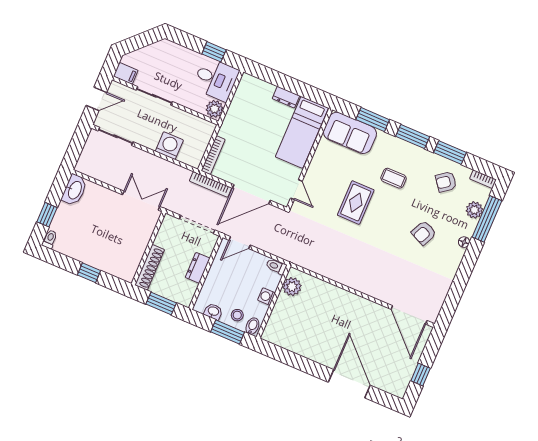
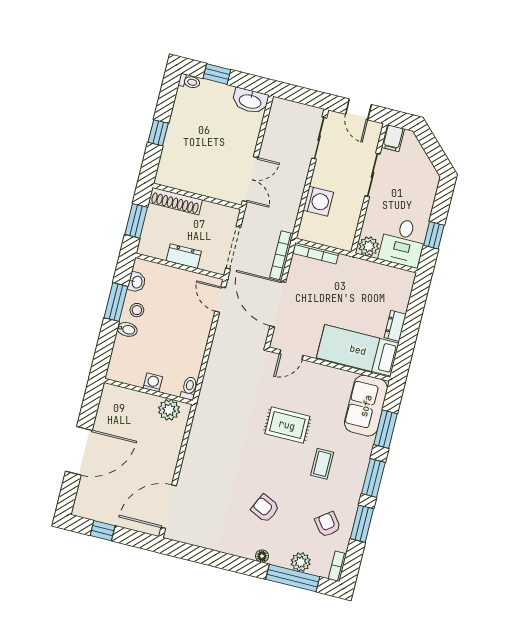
toilet: (276, 266) -> (189, 388), moved
plant: (292, 287) -> (169, 410), moved
washing machine: (266, 297) -> (153, 382), moved
wall: (274, 302) -> (148, 391), moved

